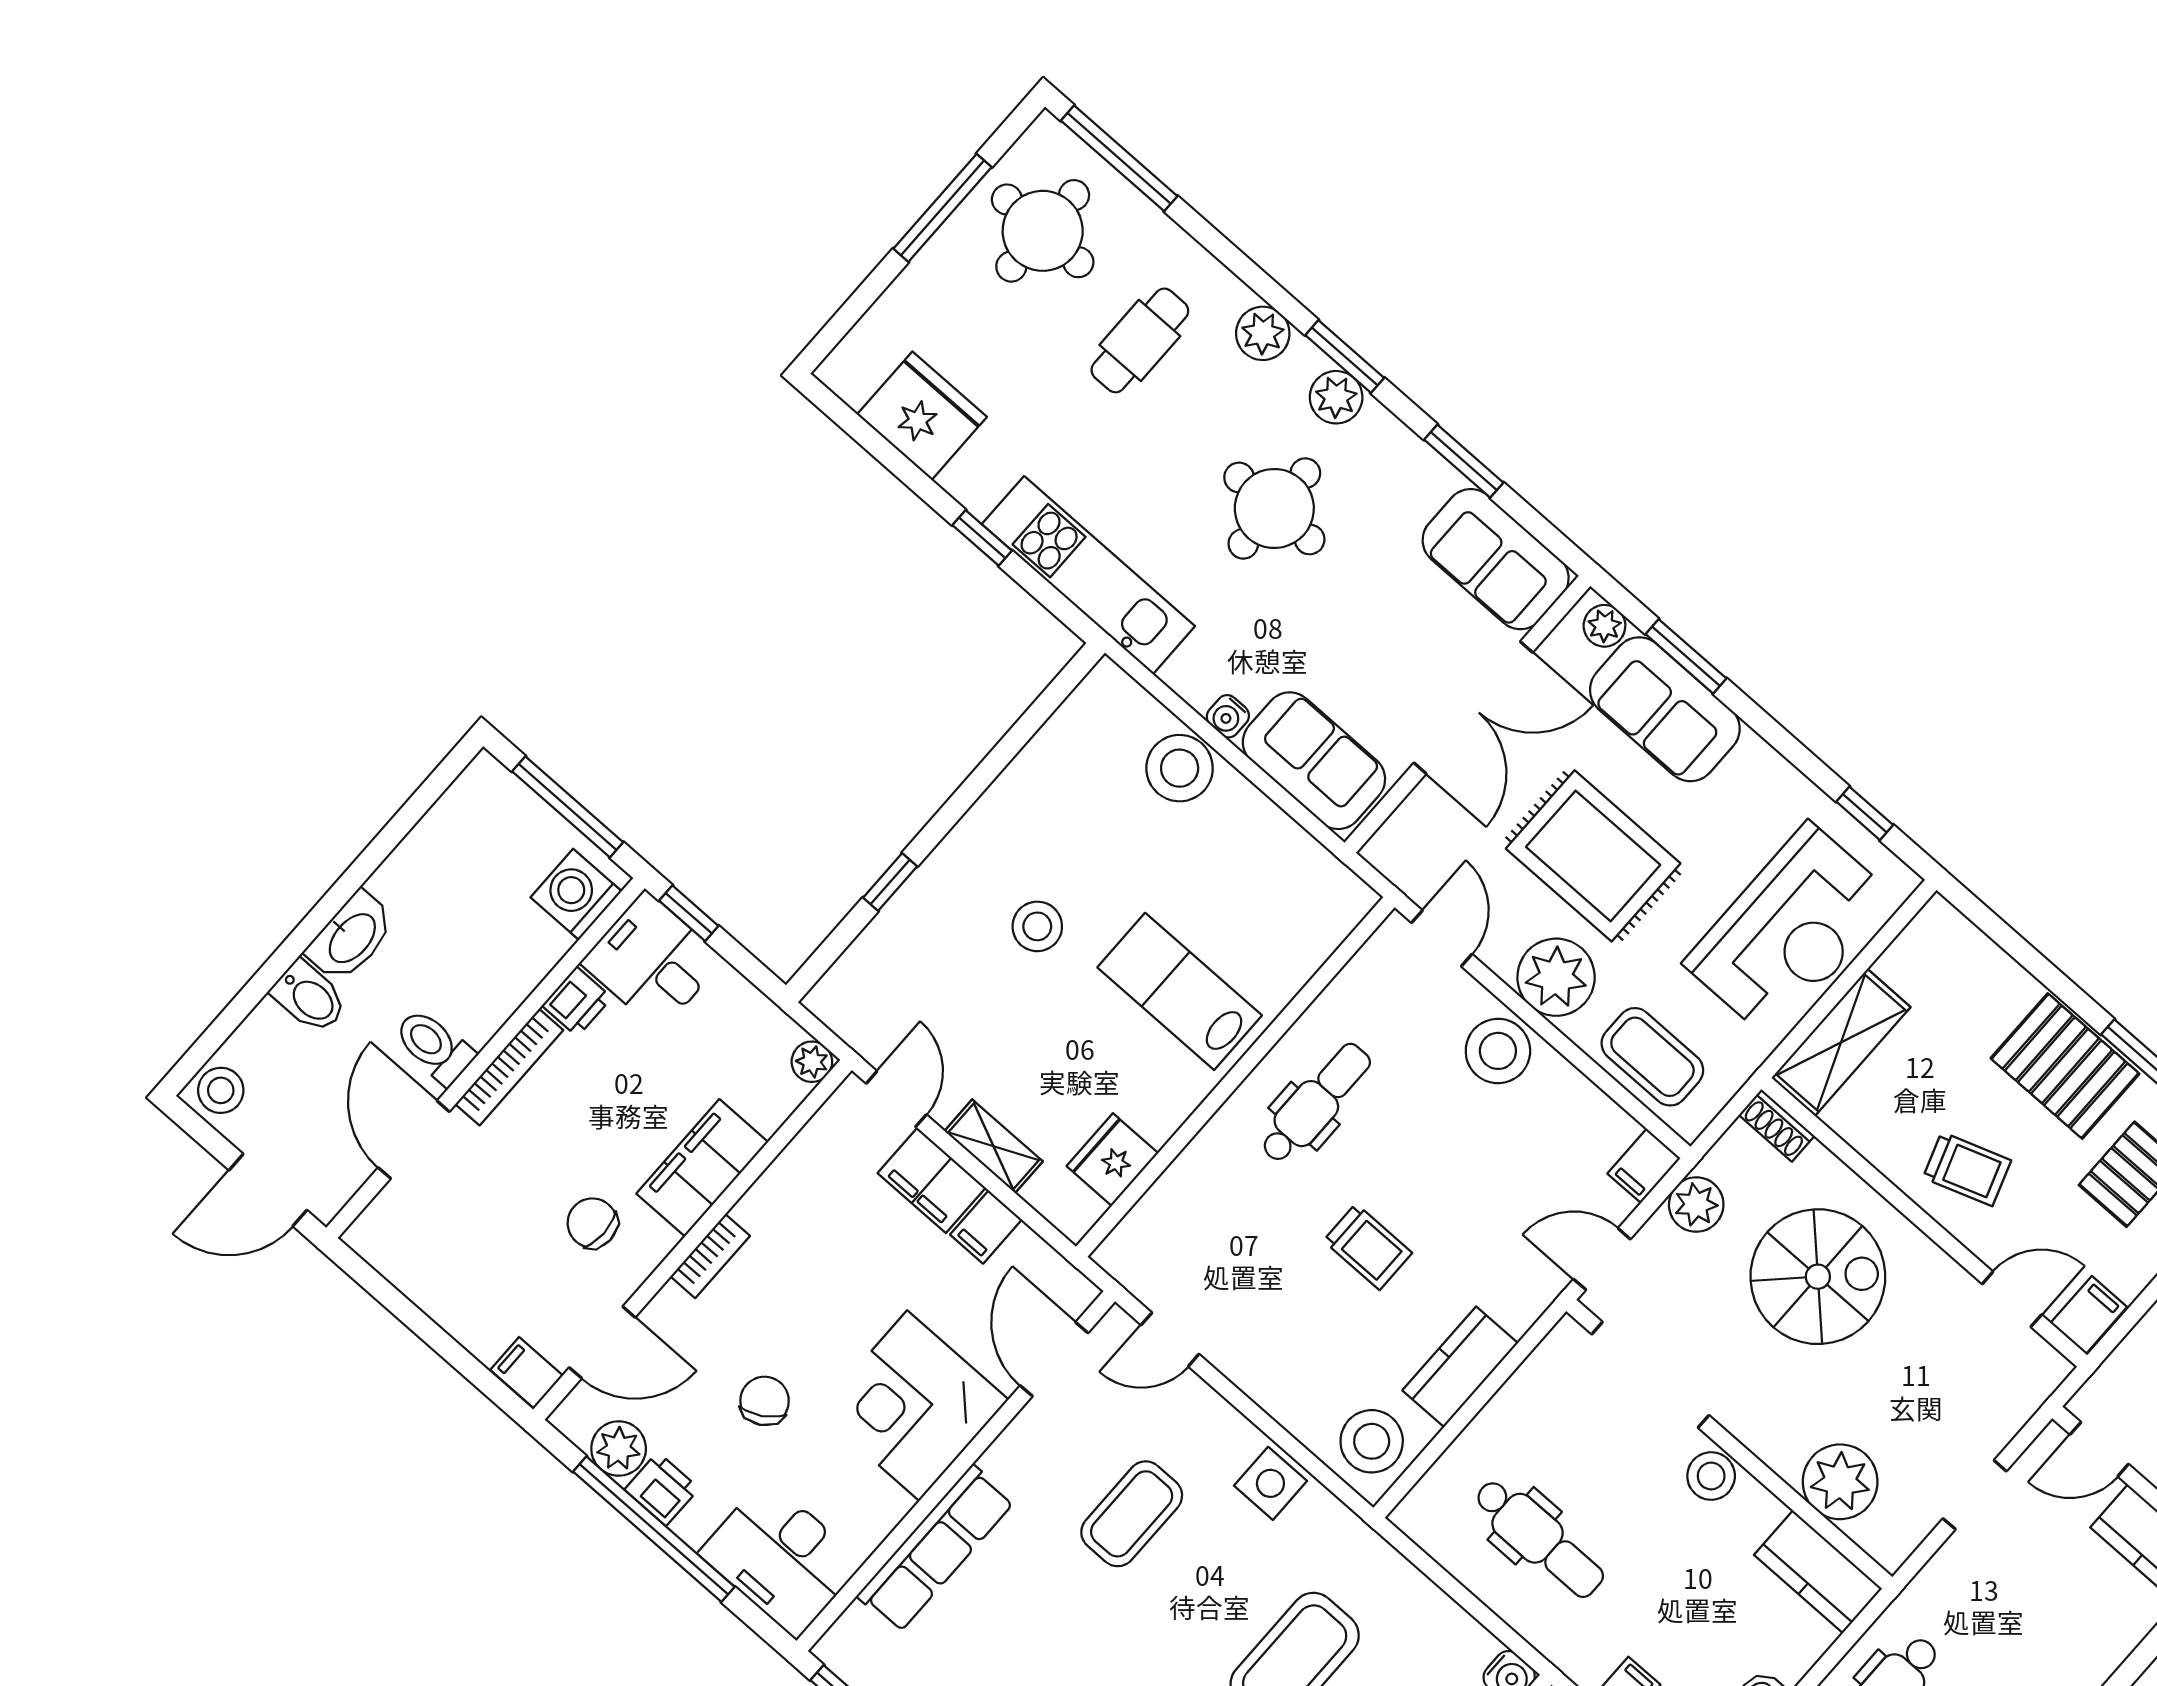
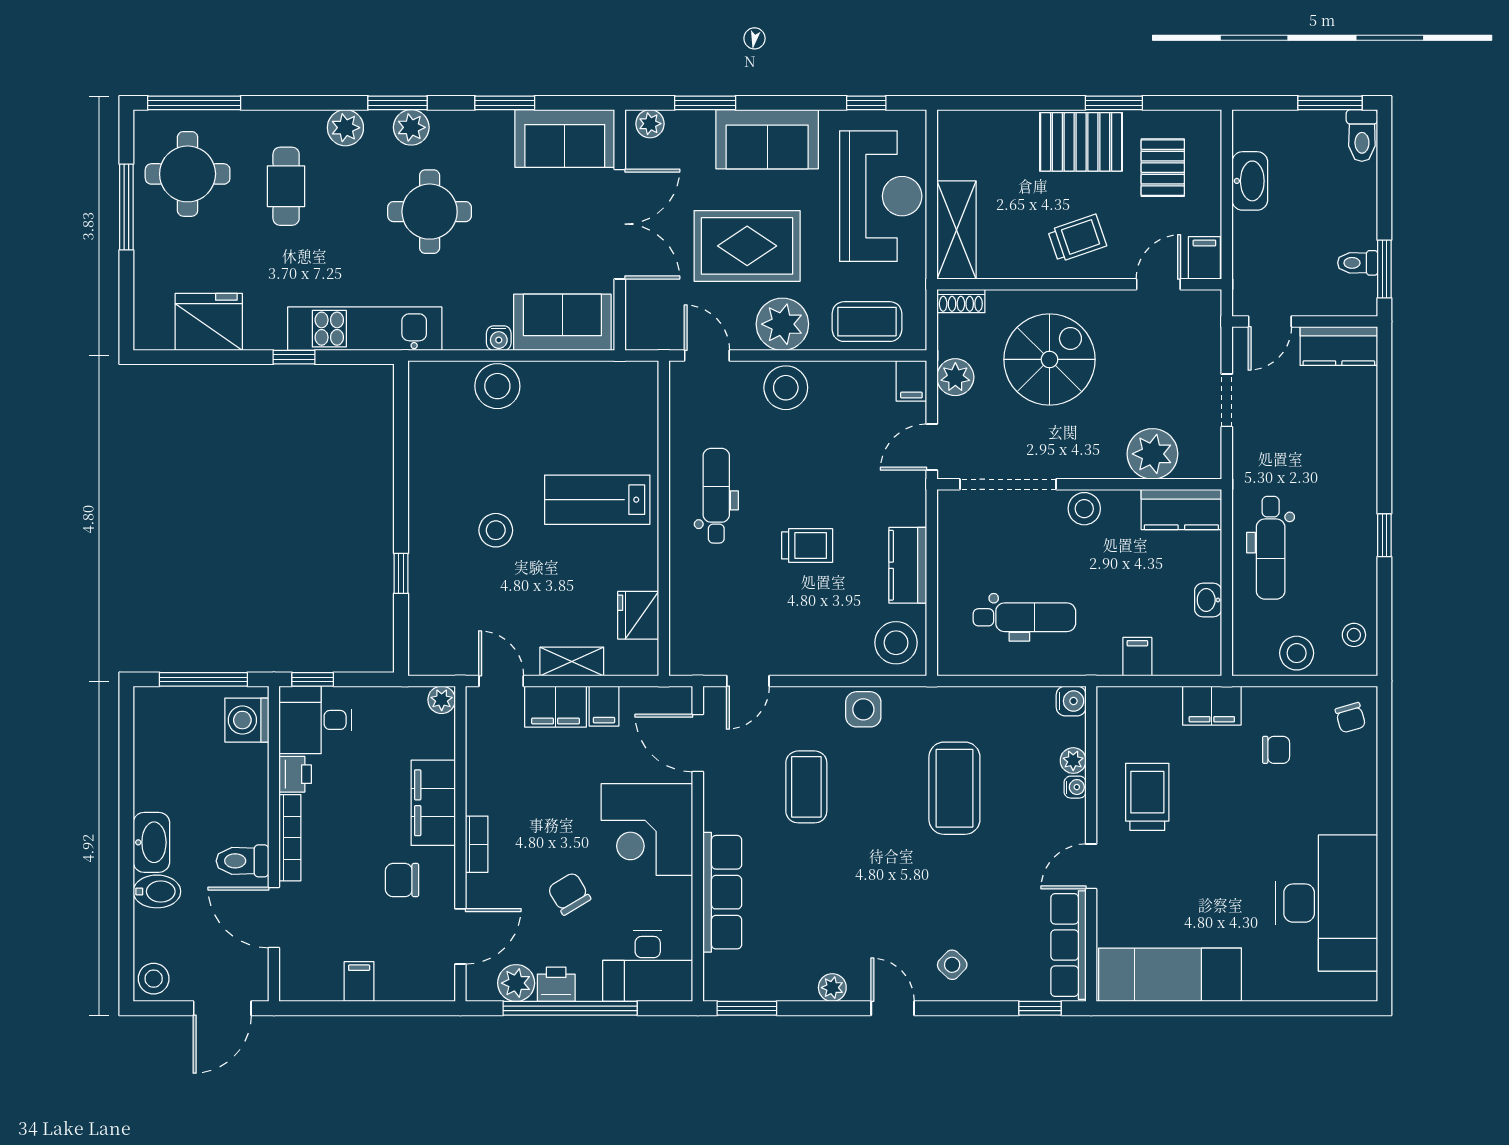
sofa: (1665, 709) -> (767, 139), moved
filing cabinet: (527, 1373) -> (359, 982), moved, turned 90

